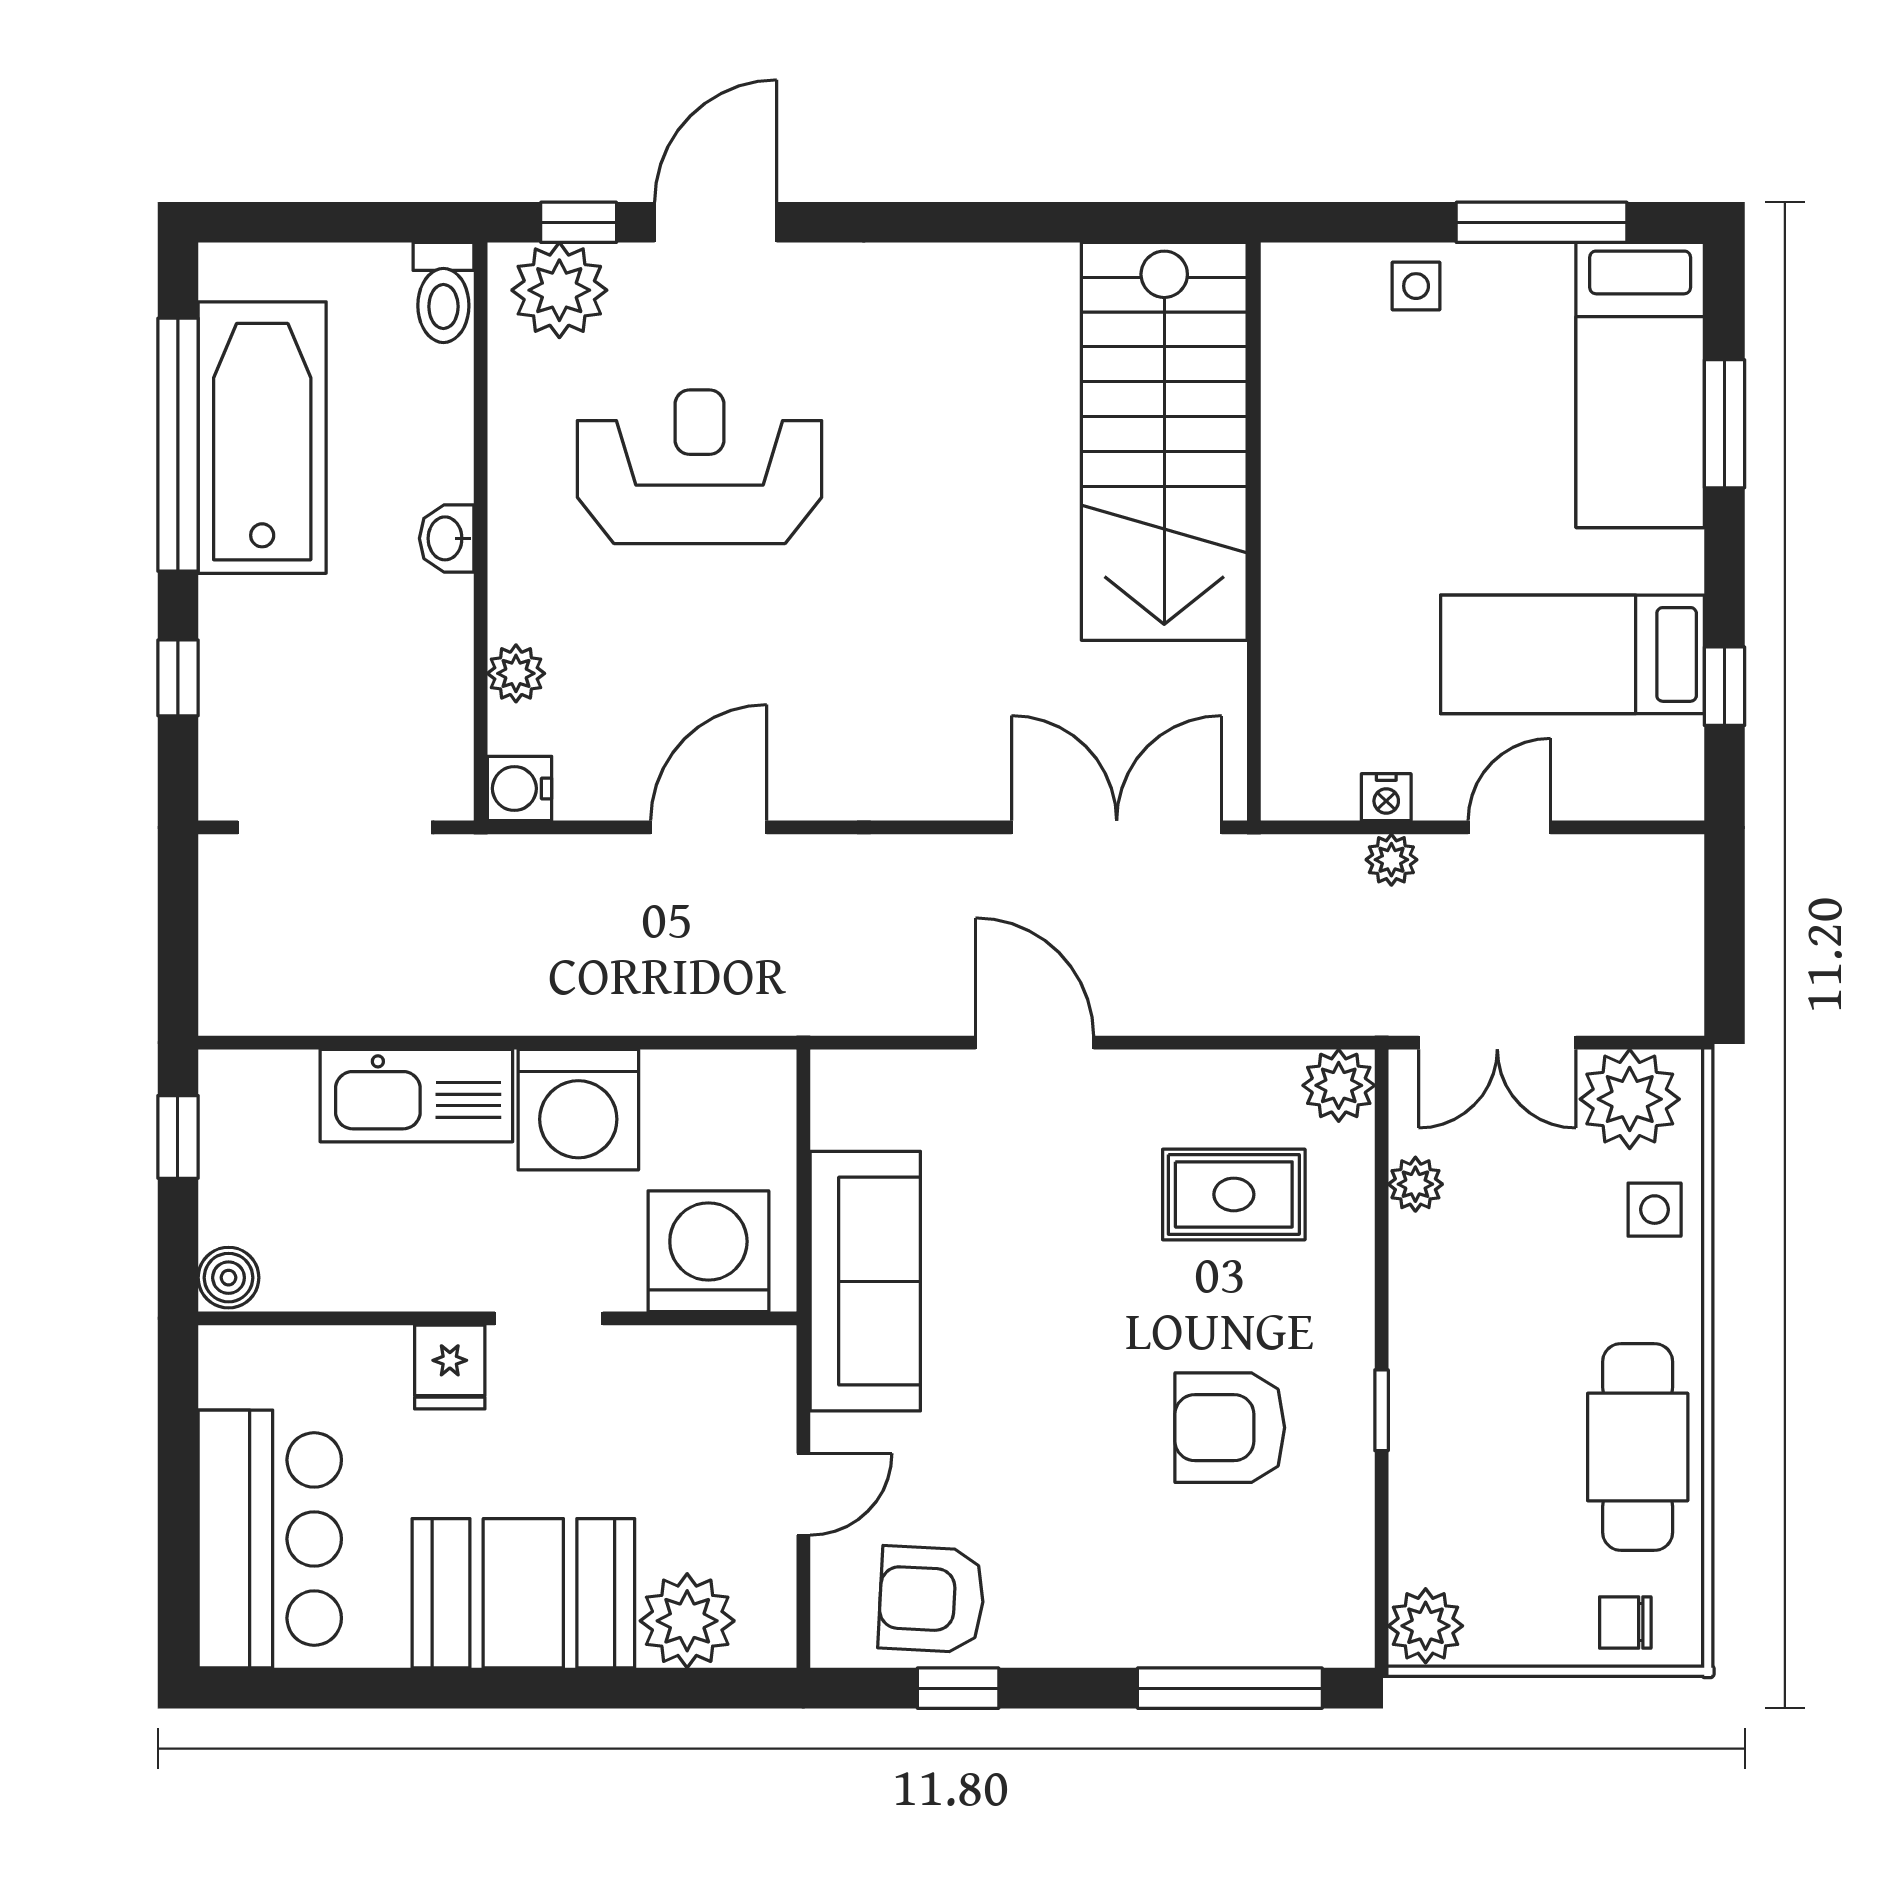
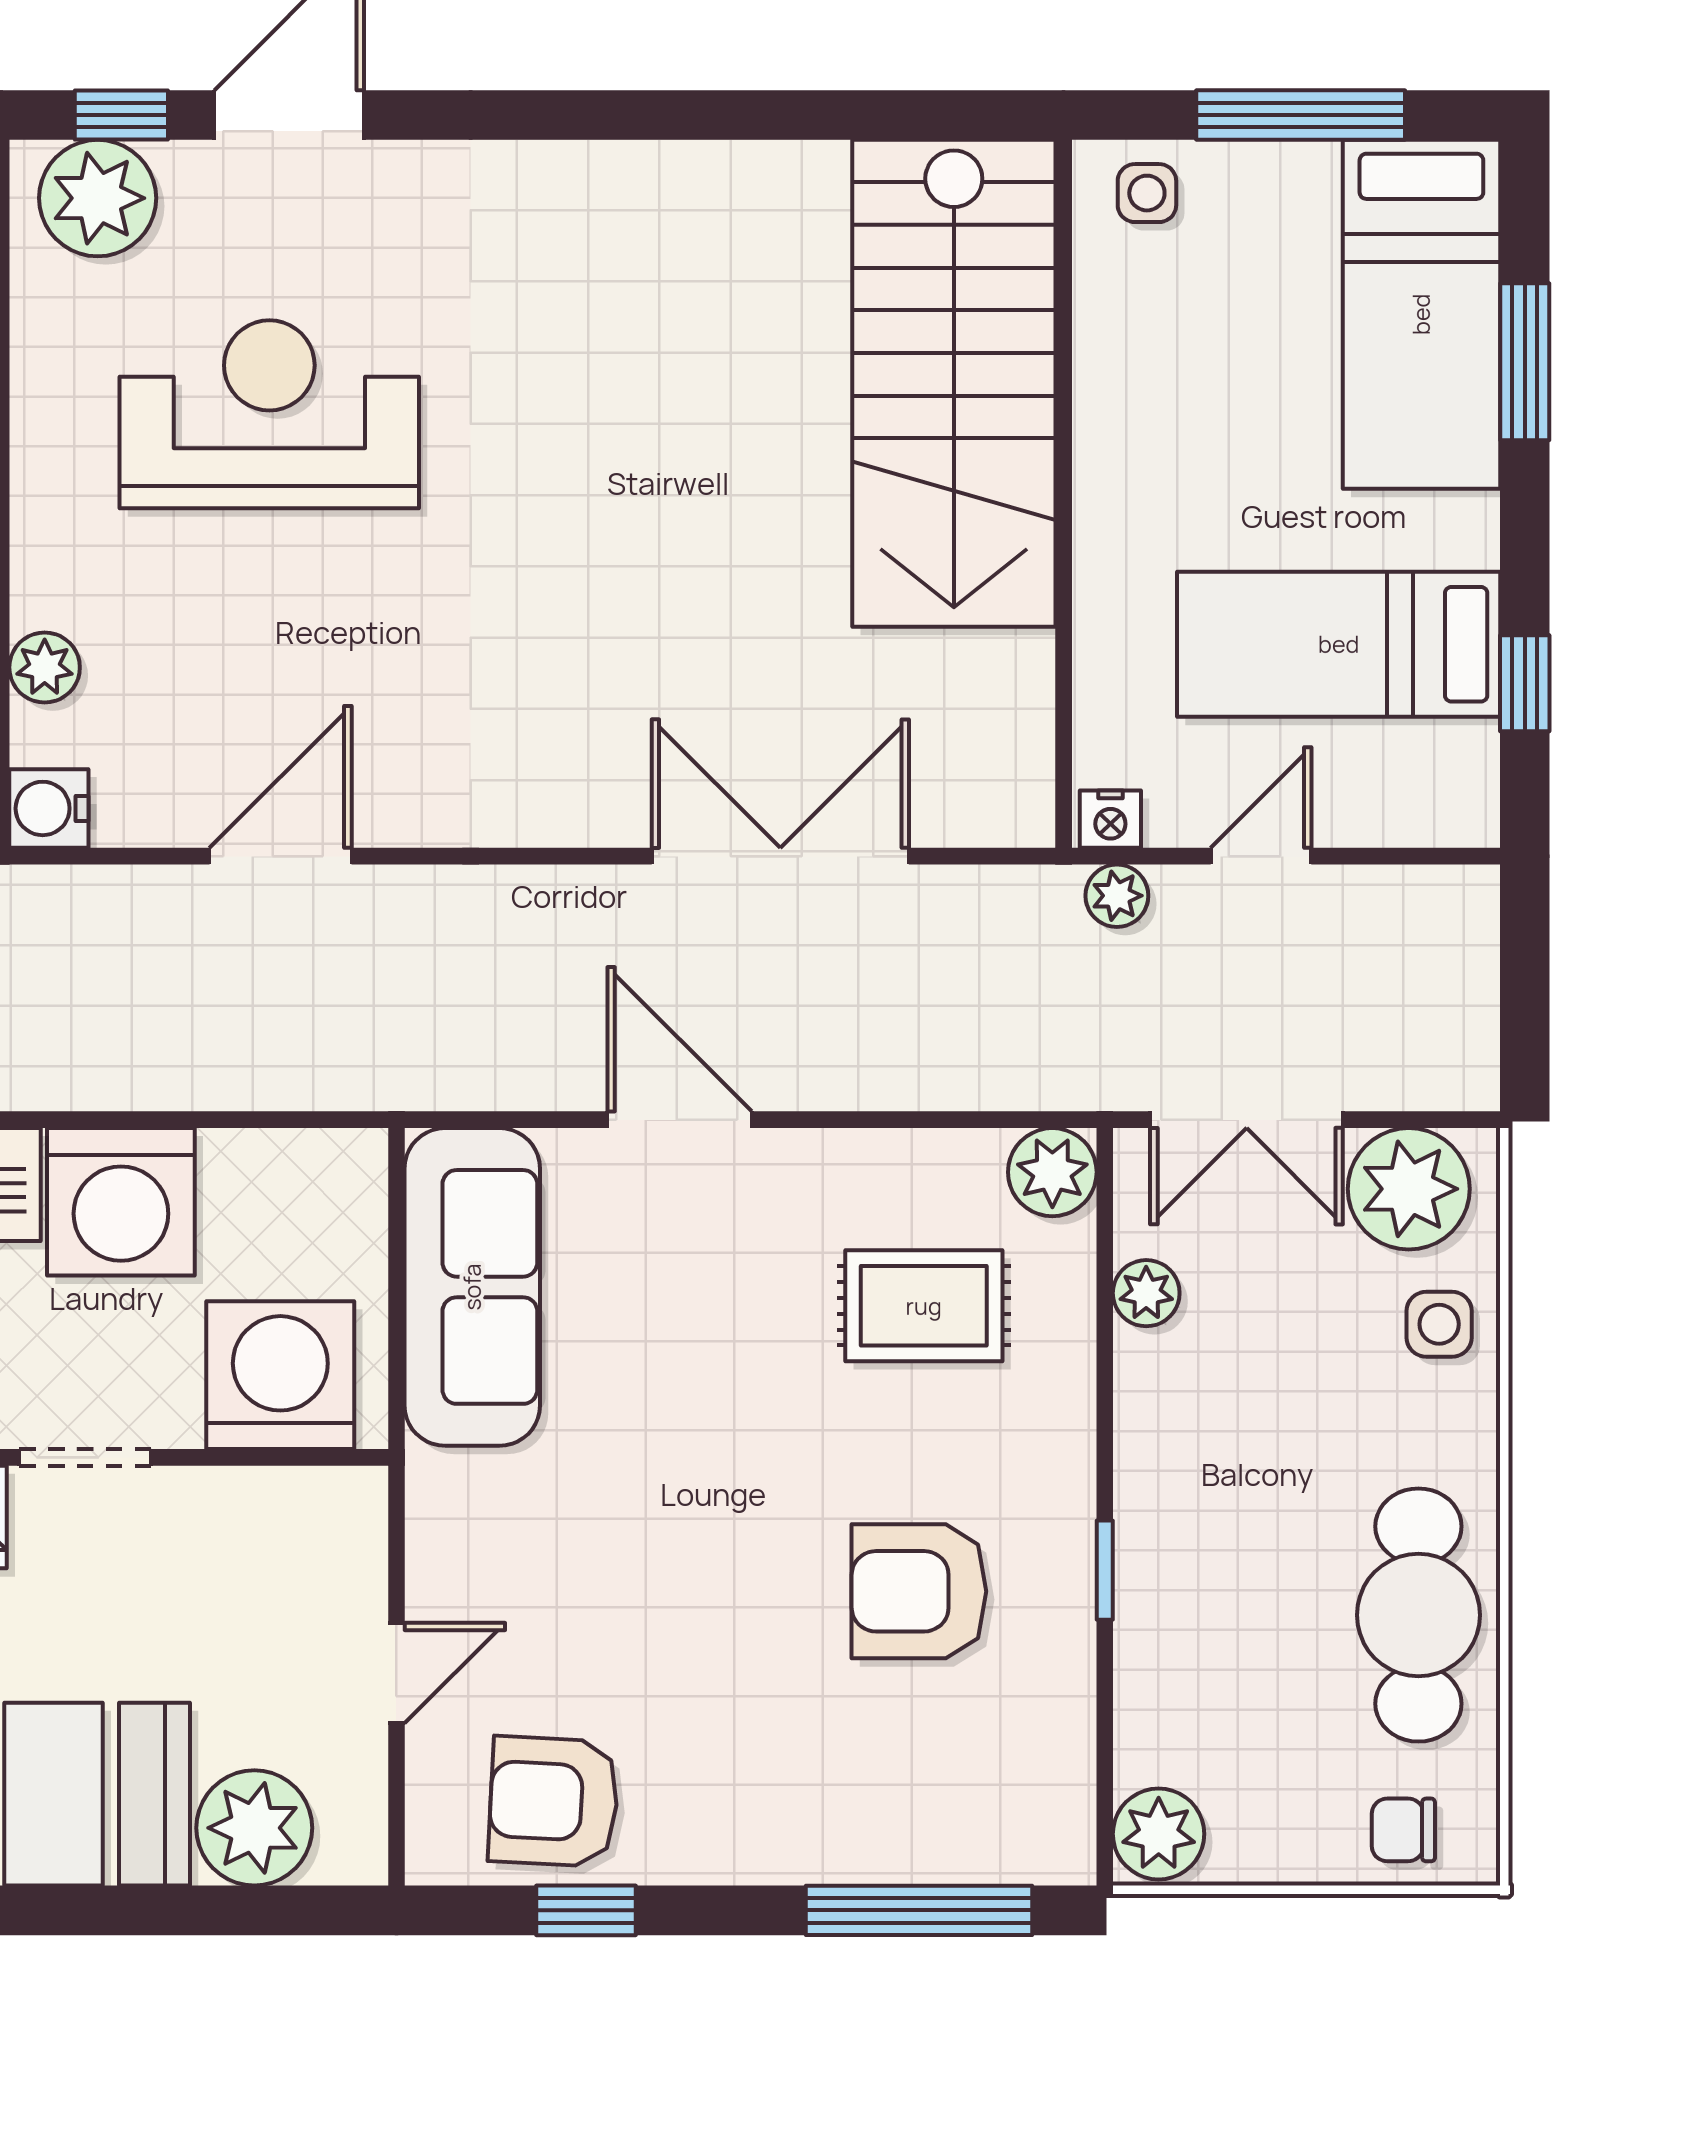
stairs: (1164, 441) -> (954, 383), moved
wall: (1254, 532) -> (1064, 494), moved
sofa: (865, 1281) -> (472, 1287), moved

